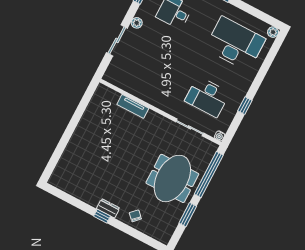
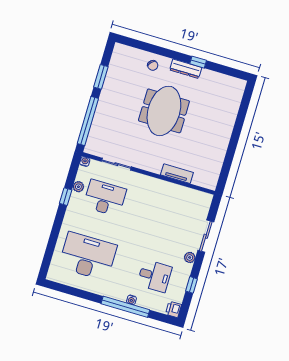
plant: (273, 32) -> (78, 187), moved
desk: (235, 44) -> (88, 256), turned 180
meeting table: (172, 178) -> (164, 111), moved
dresser: (108, 208) -> (186, 69), width x1.44
window: (102, 216) -> (198, 62), moved

